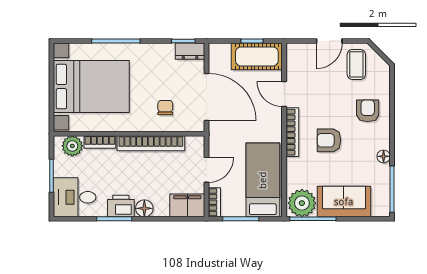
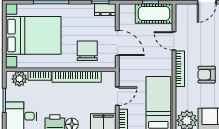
door: (207, 97) -> (117, 43), width x0.73
chair: (165, 108) -> (87, 51), width x1.87, depth x1.87

